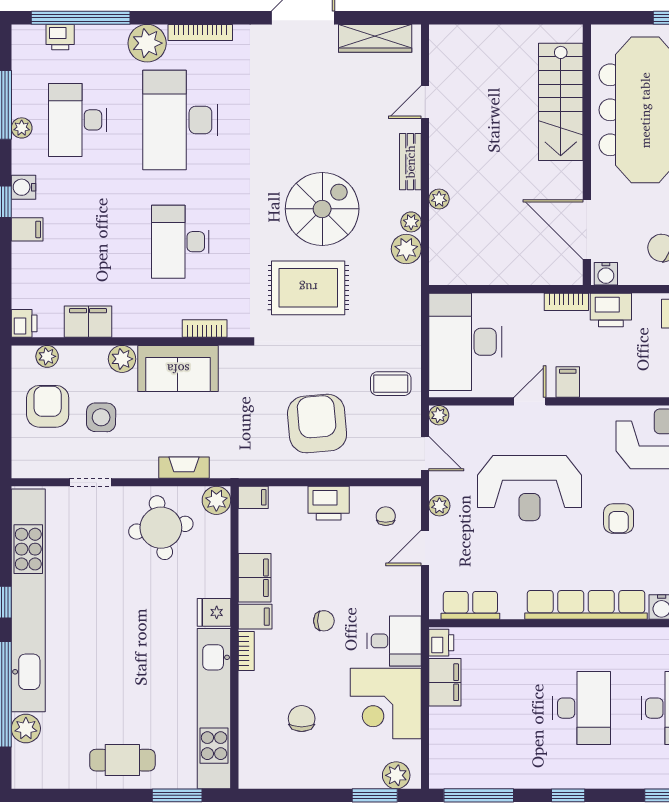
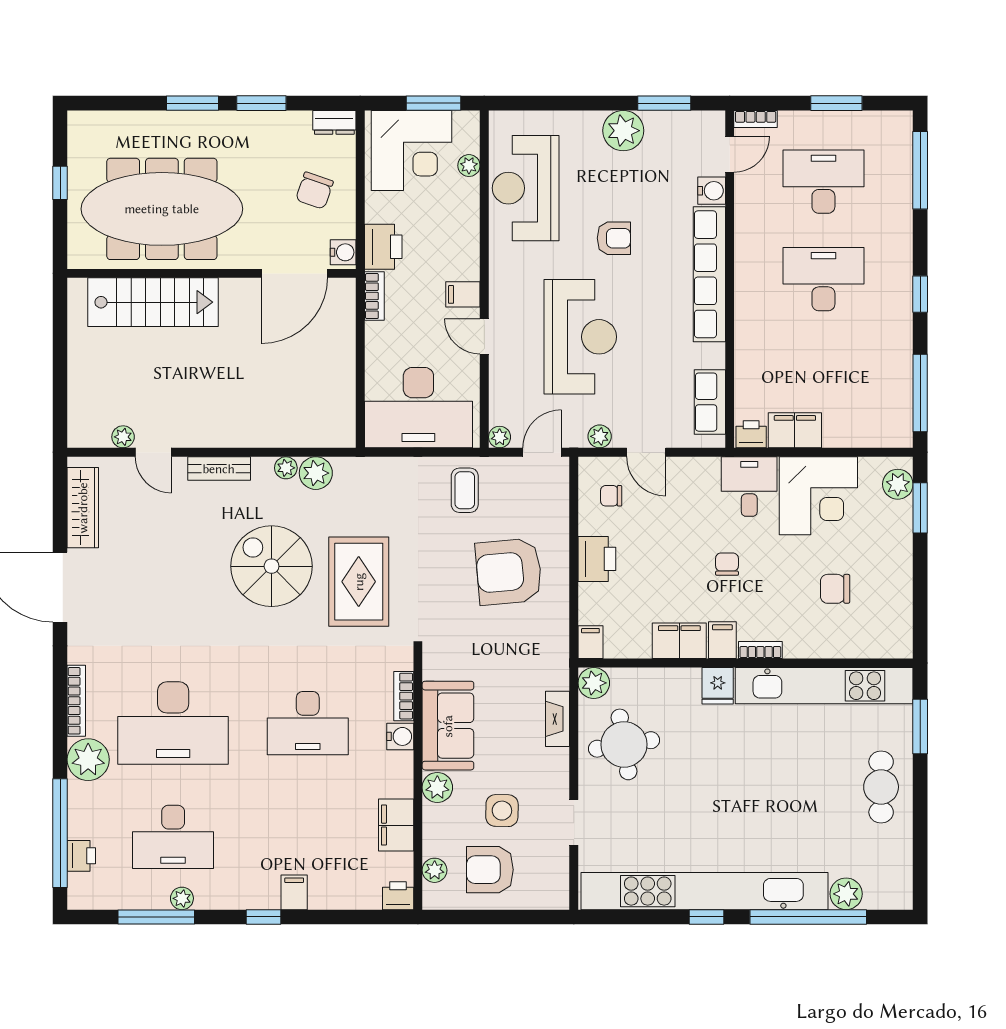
water cooler: (23, 187) -> (400, 736), moved, turned -90
plant: (439, 199) -> (123, 437), moved

